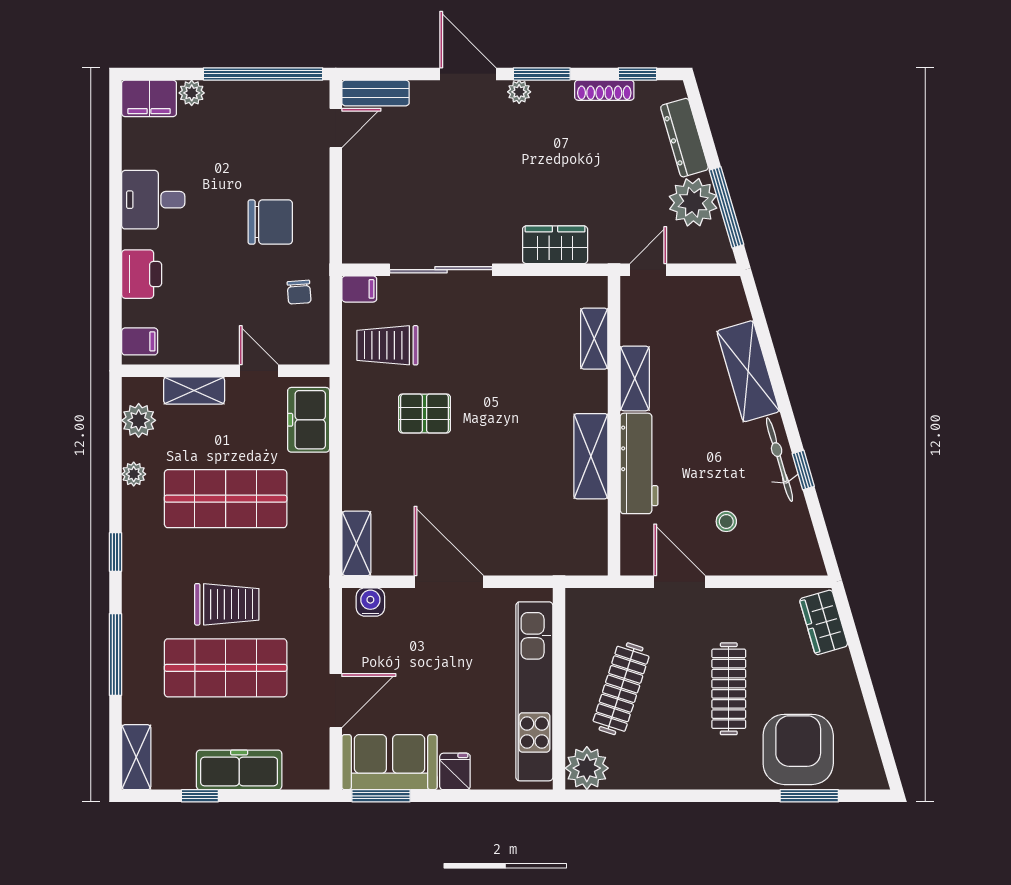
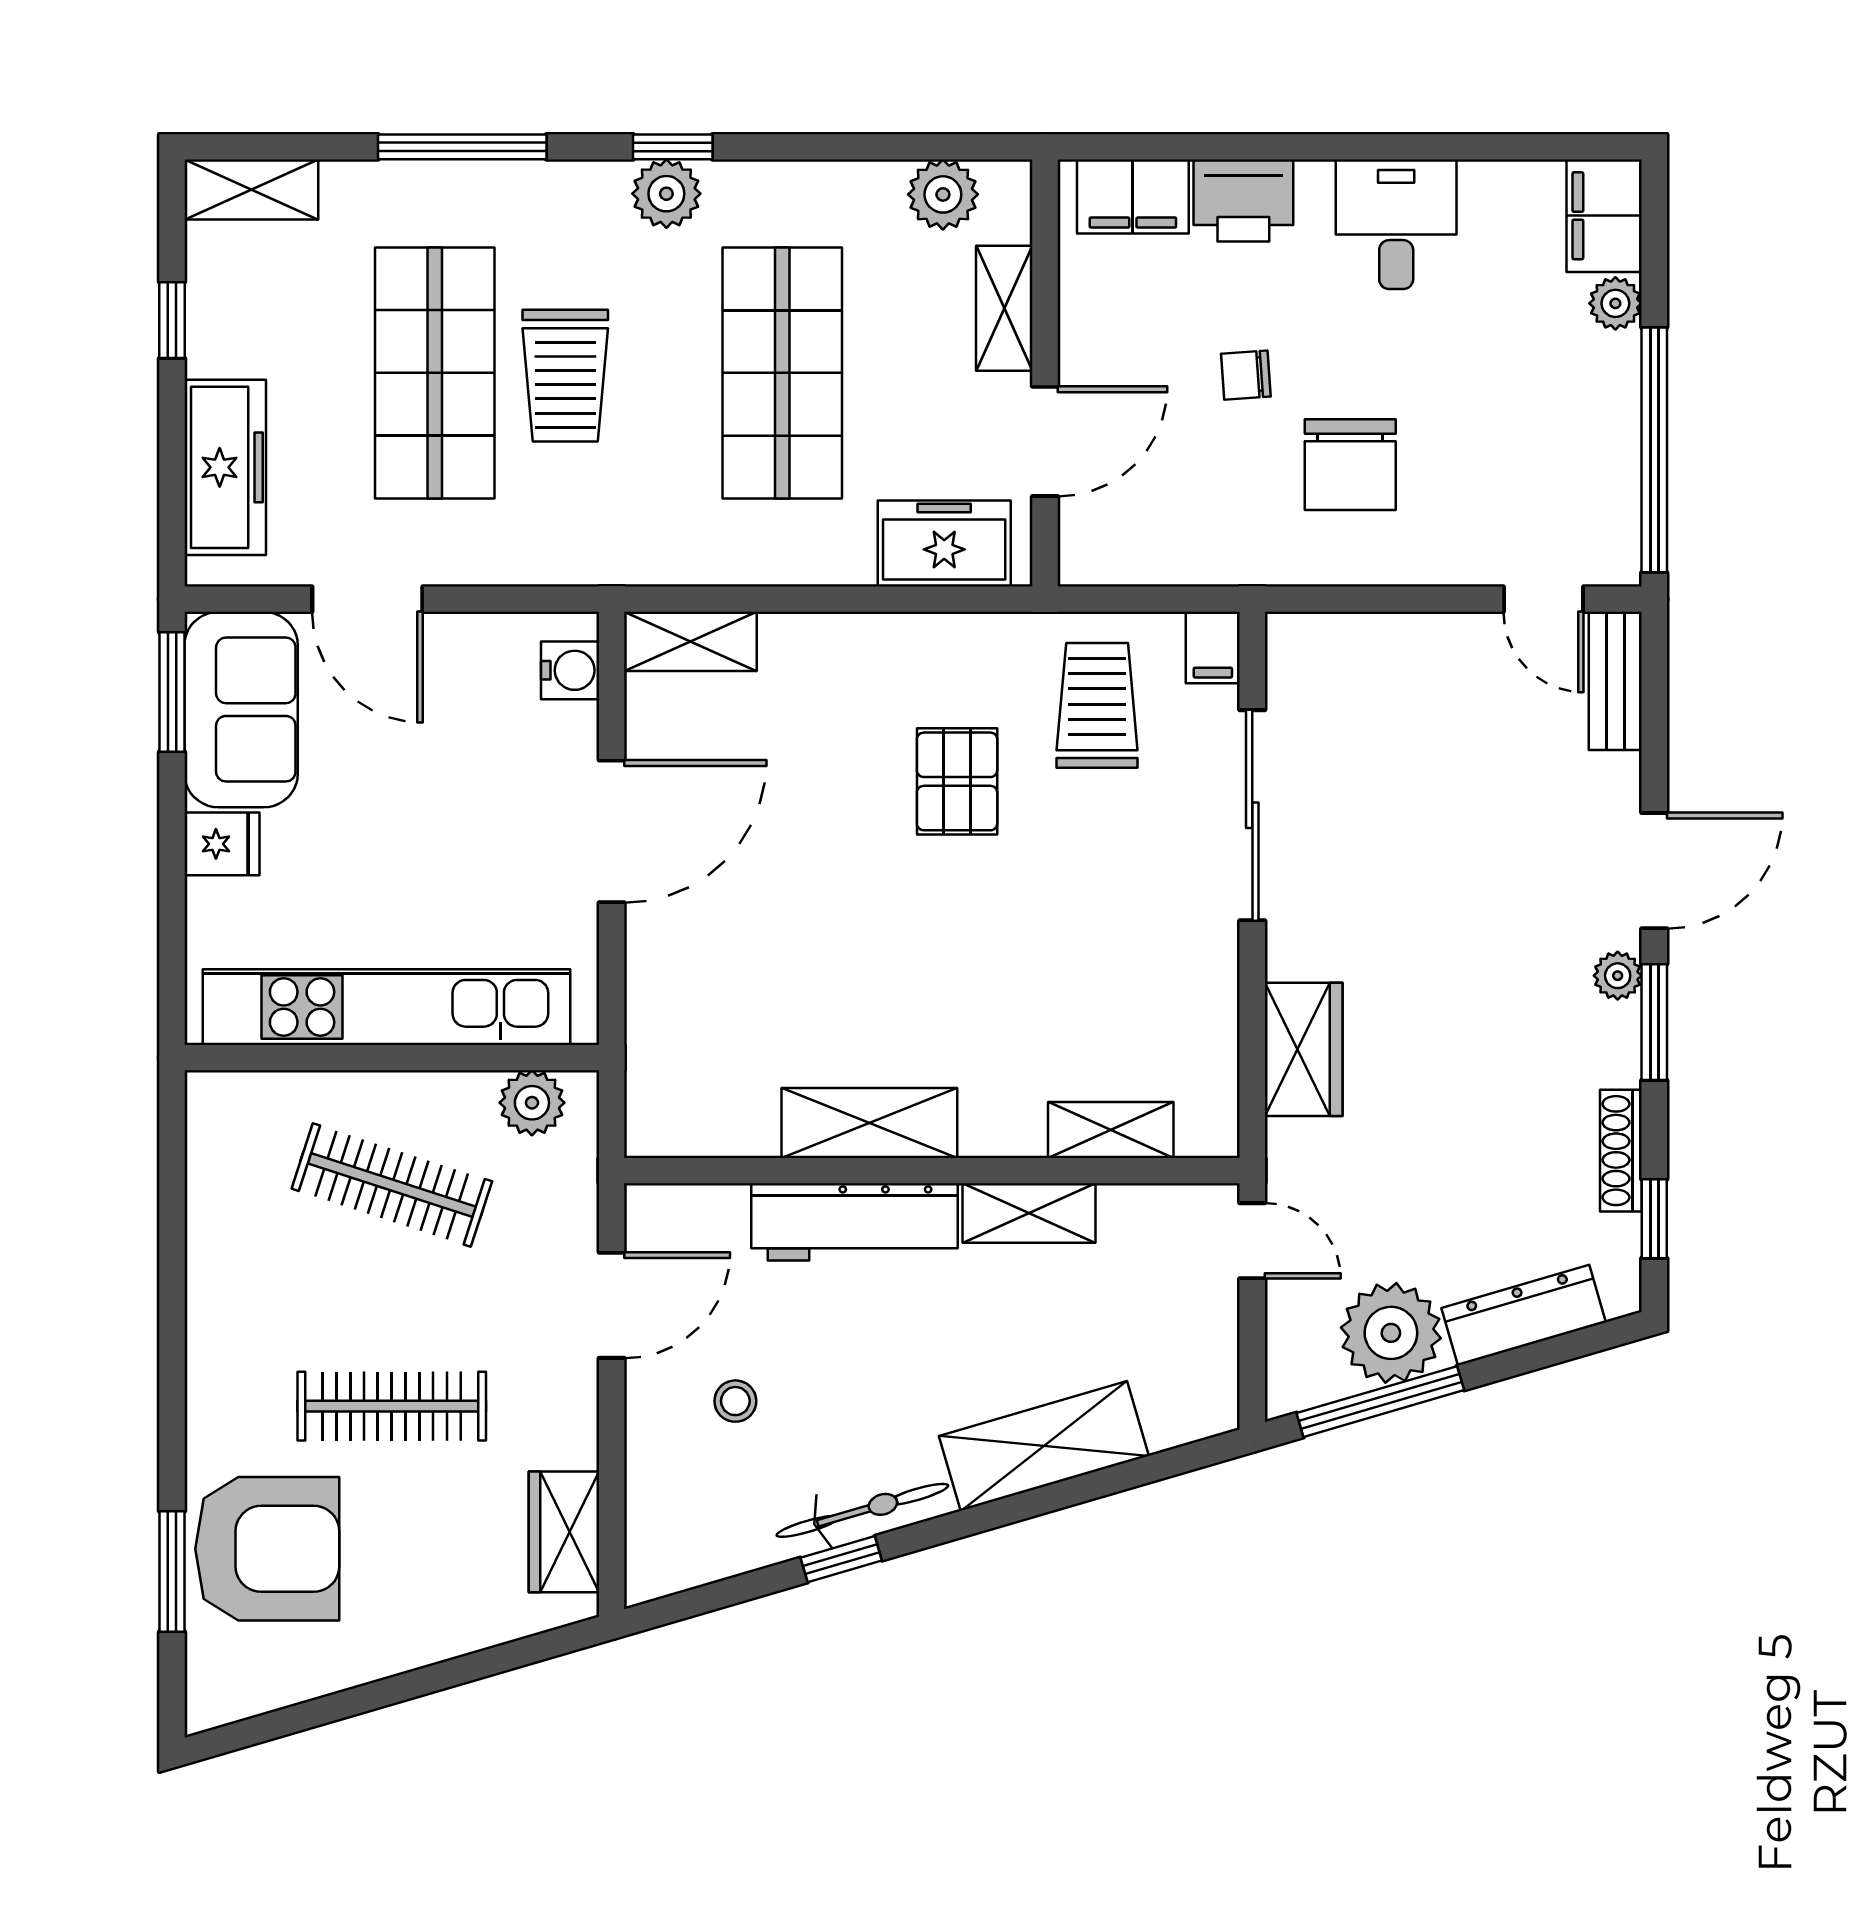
chair: (299, 292) -> (1246, 375), moved
filing cabinet: (140, 341) -> (1133, 197), width x2.00
door: (259, 371) -> (1045, 441), width x1.38
plant: (134, 474) -> (666, 194), moved, width x1.38, depth x1.38
wardrobe: (824, 622) -> (564, 1532), moved, turned -74
plant: (587, 768) -> (532, 1103), moved, width x0.73, depth x0.73
freezer: (239, 770) -> (225, 467), moved

